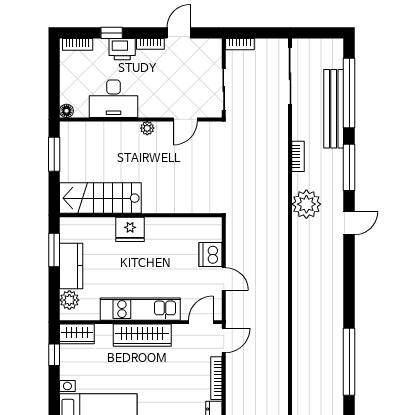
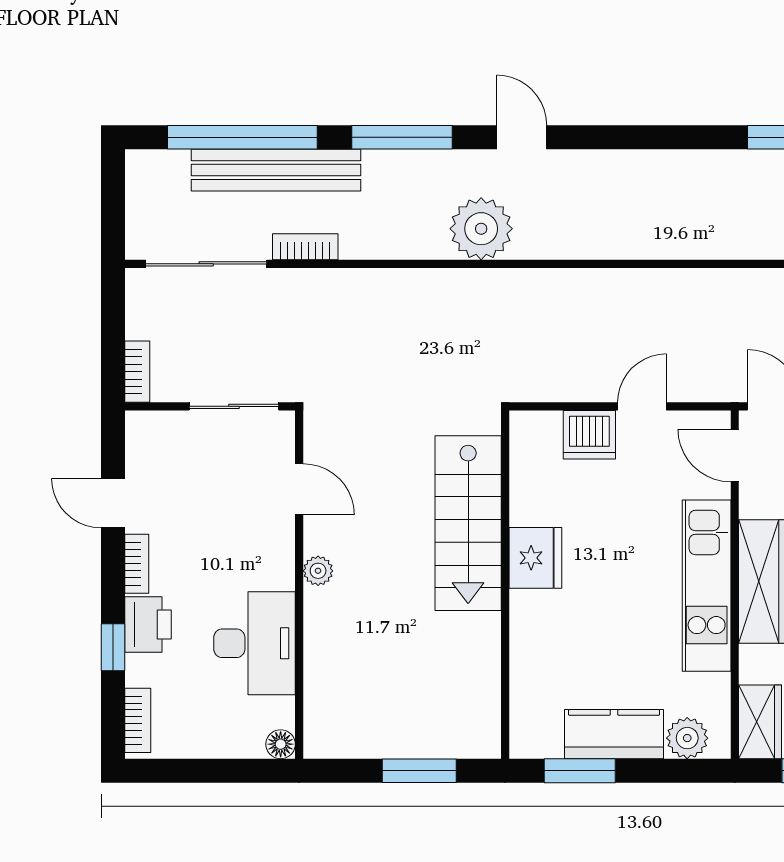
window: (54, 154) -> (419, 771), moved
bookcase: (298, 156) -> (305, 247), moved
stairs: (100, 198) -> (468, 523), moved
fridge: (130, 229) -> (535, 558), moved

